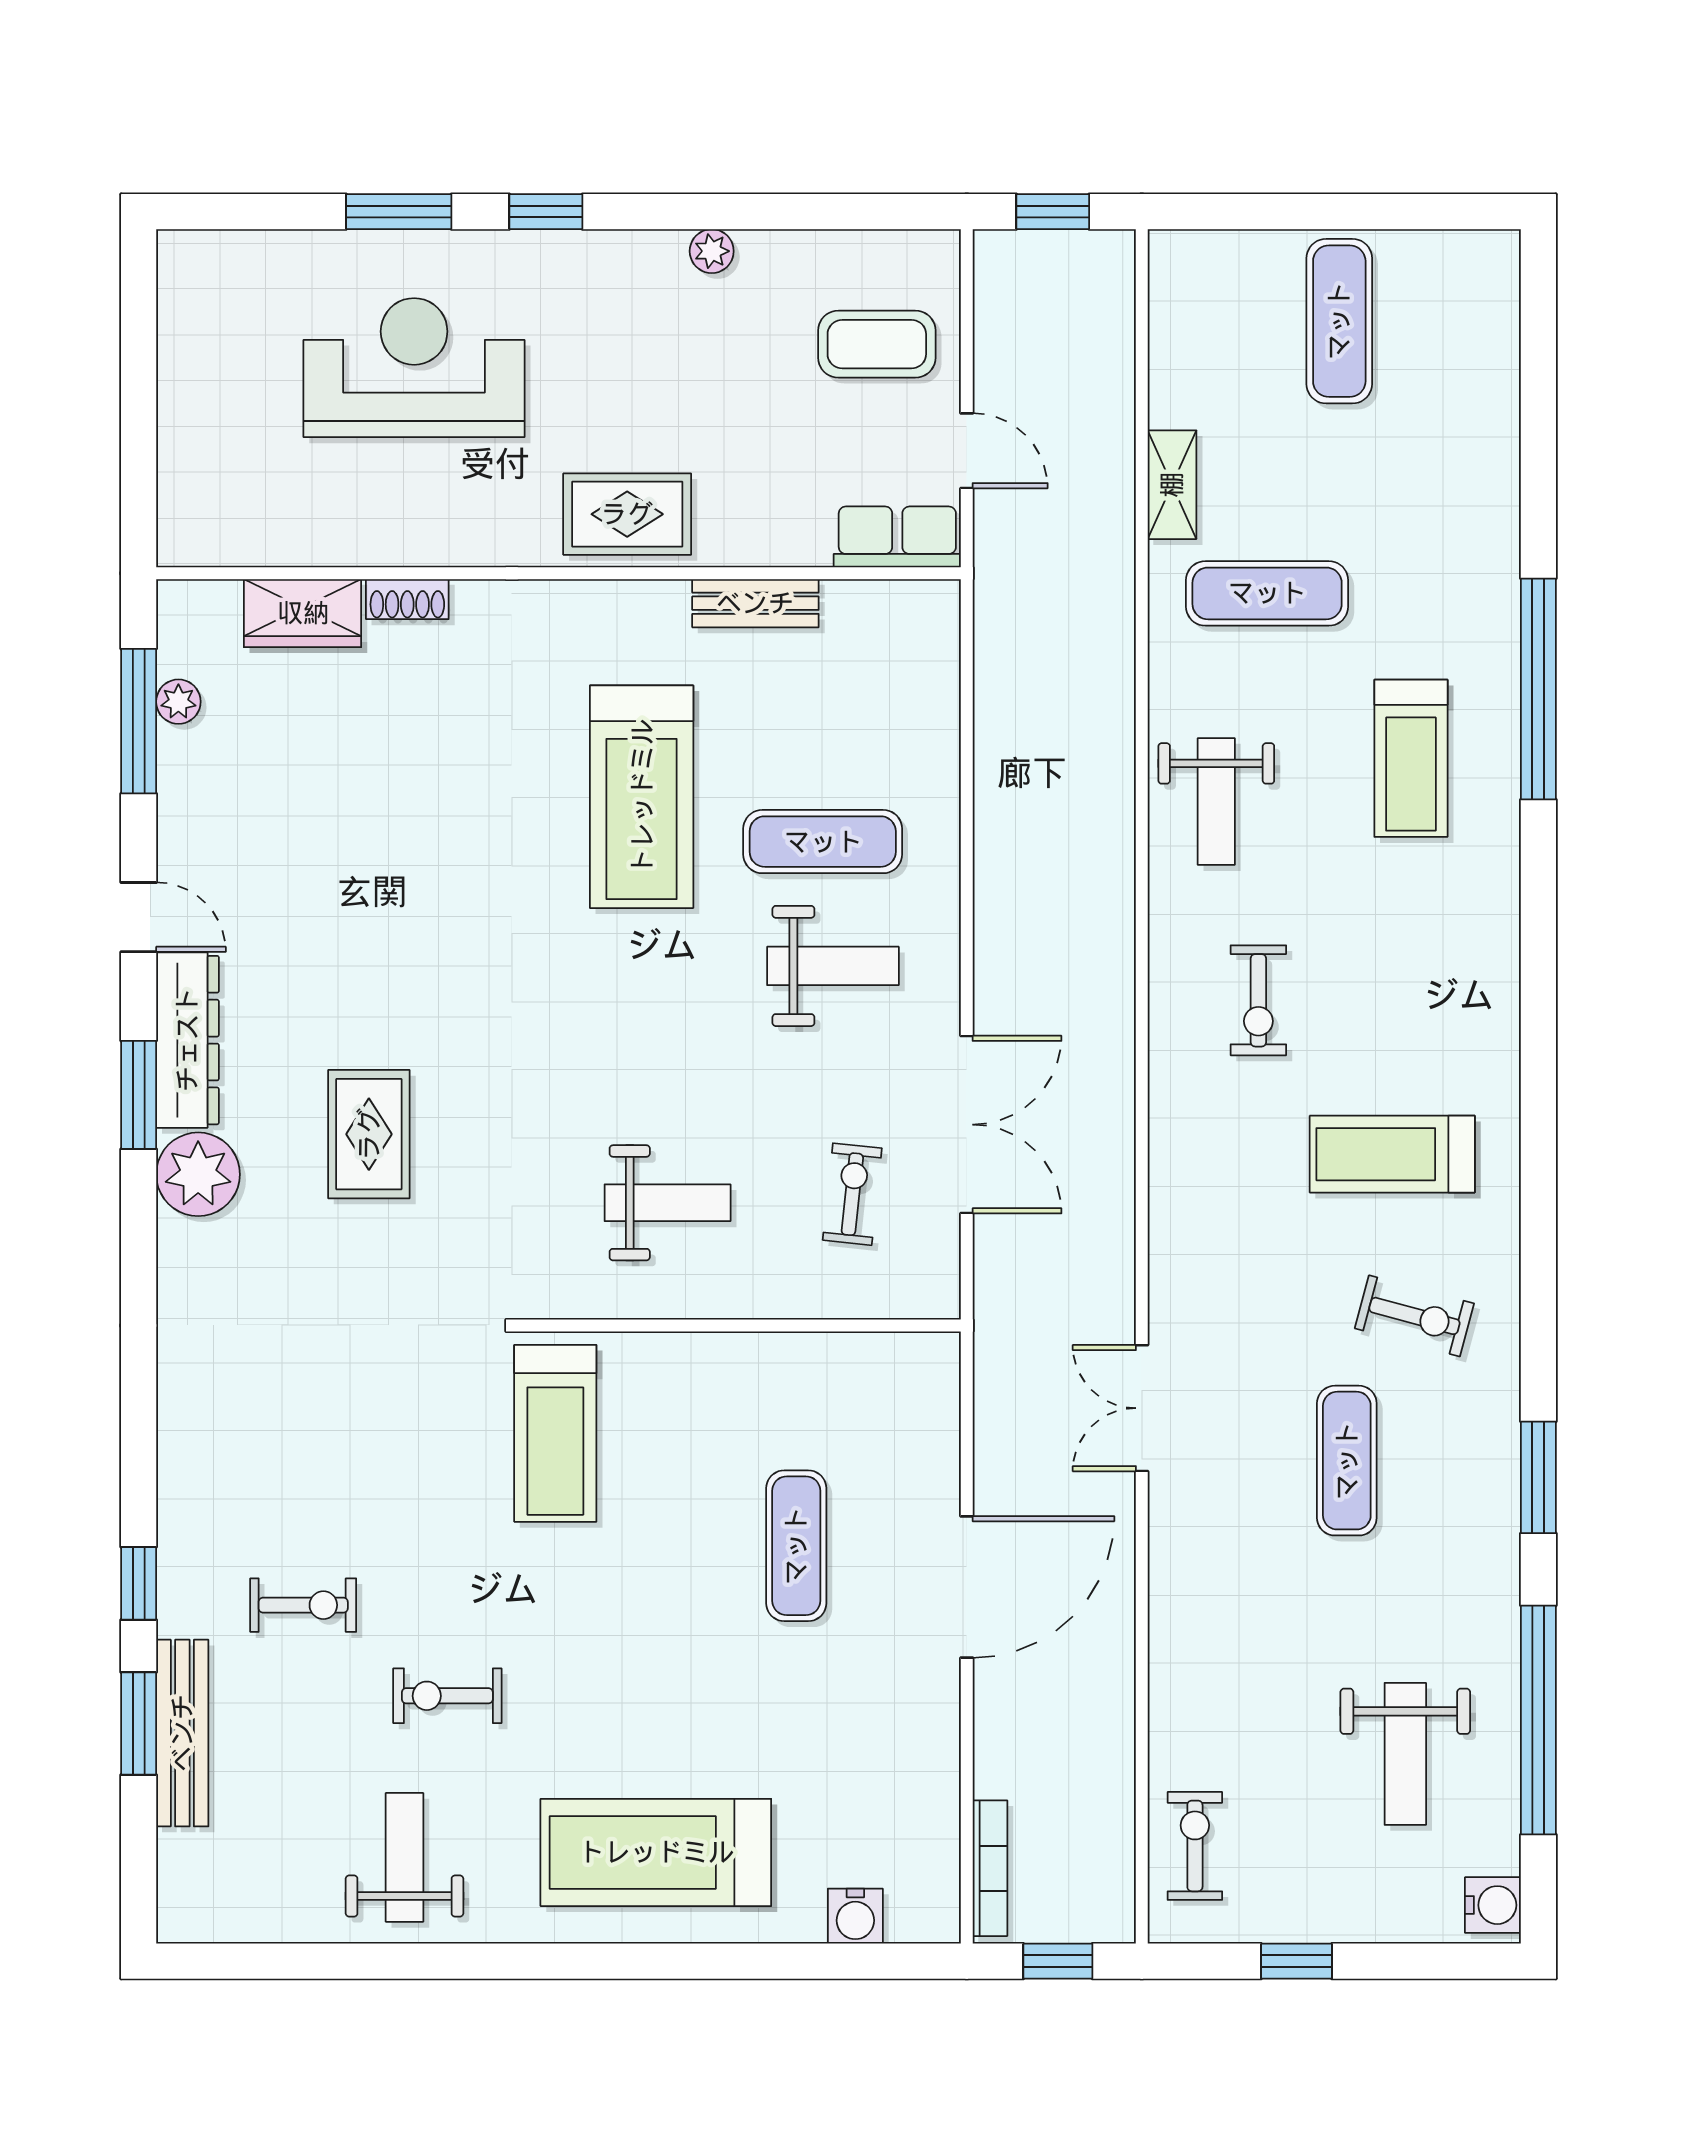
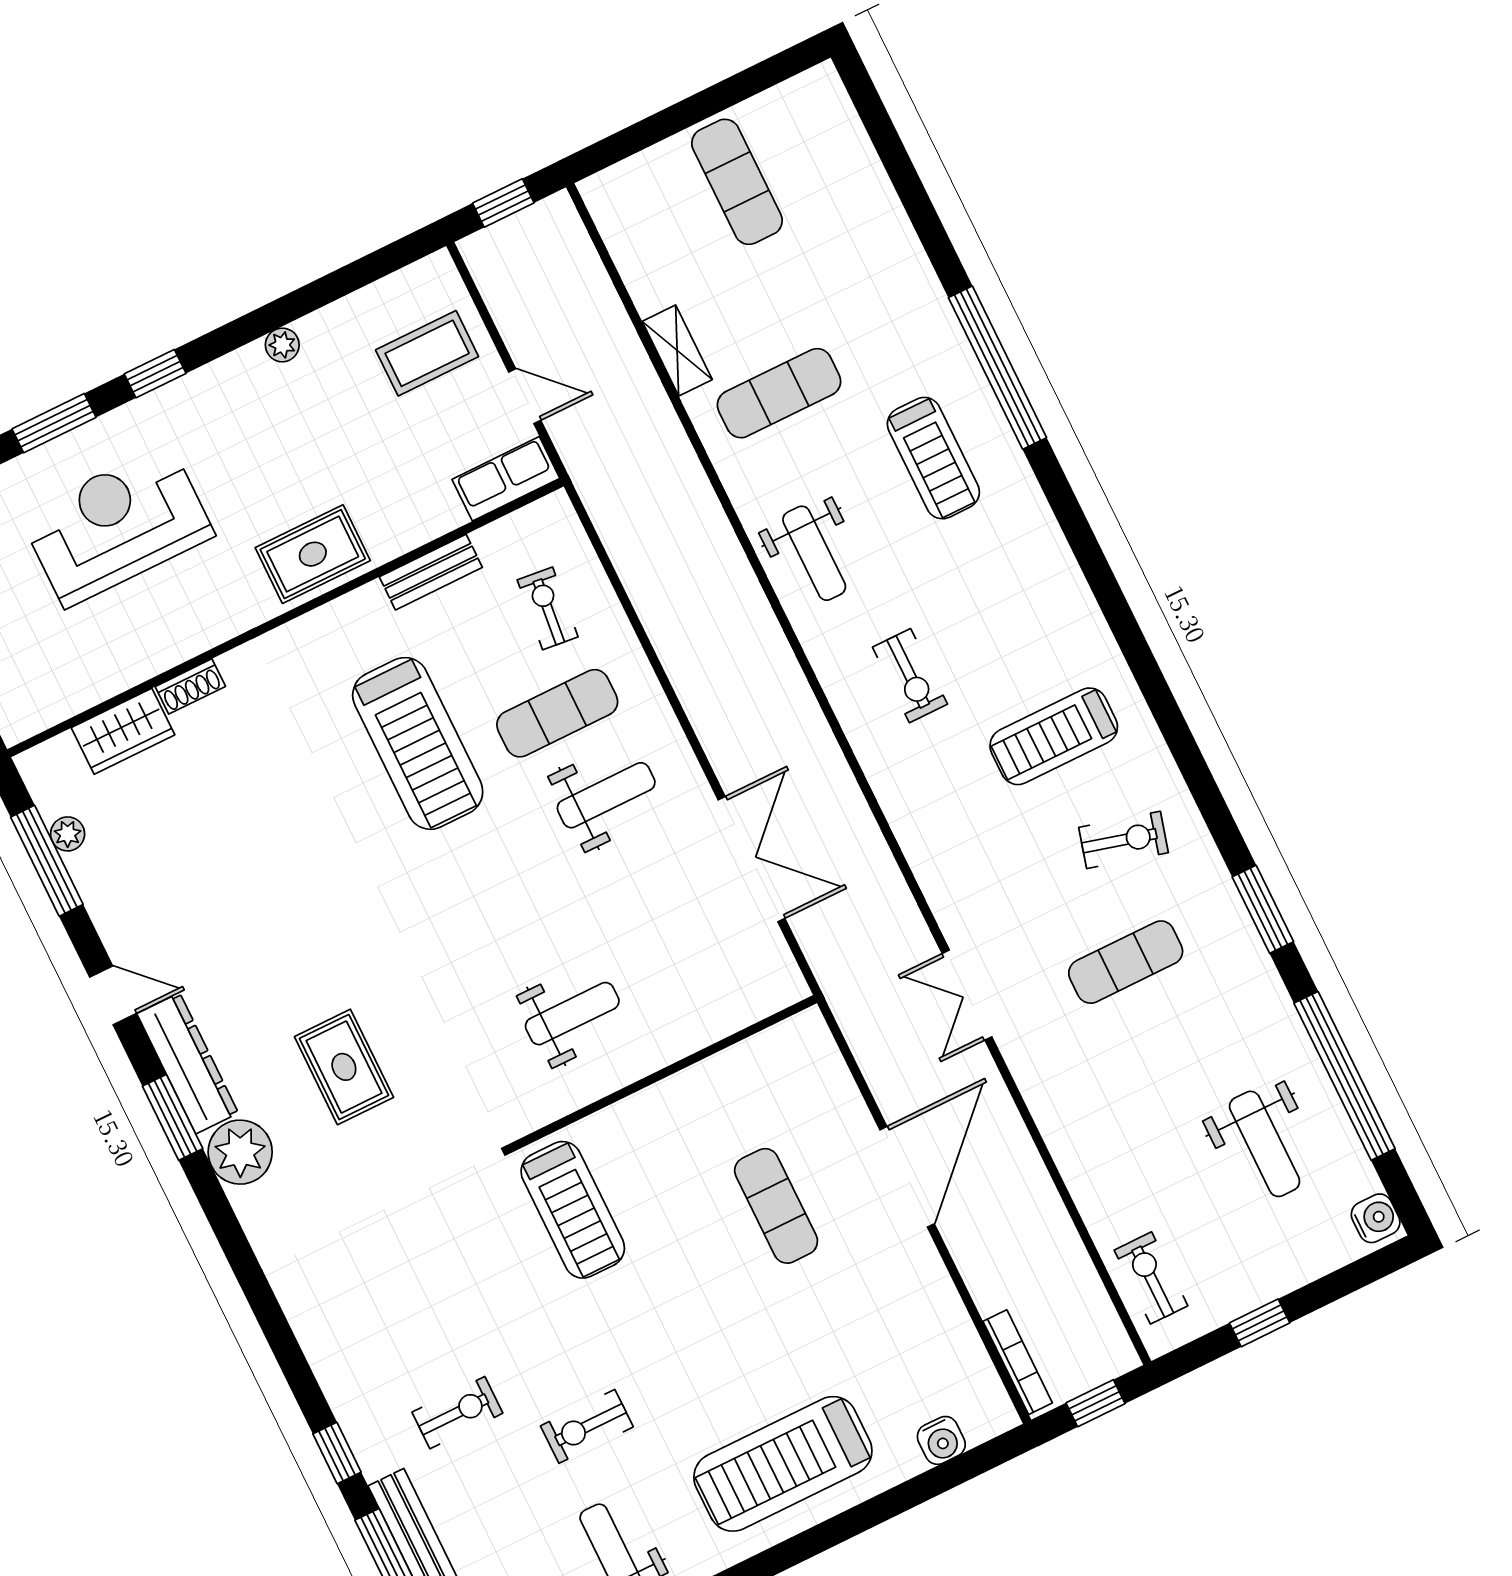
exercise bike: (852, 1194) -> (548, 608), moved
exercise mat: (1347, 1461) -> (1126, 962), turned 90

